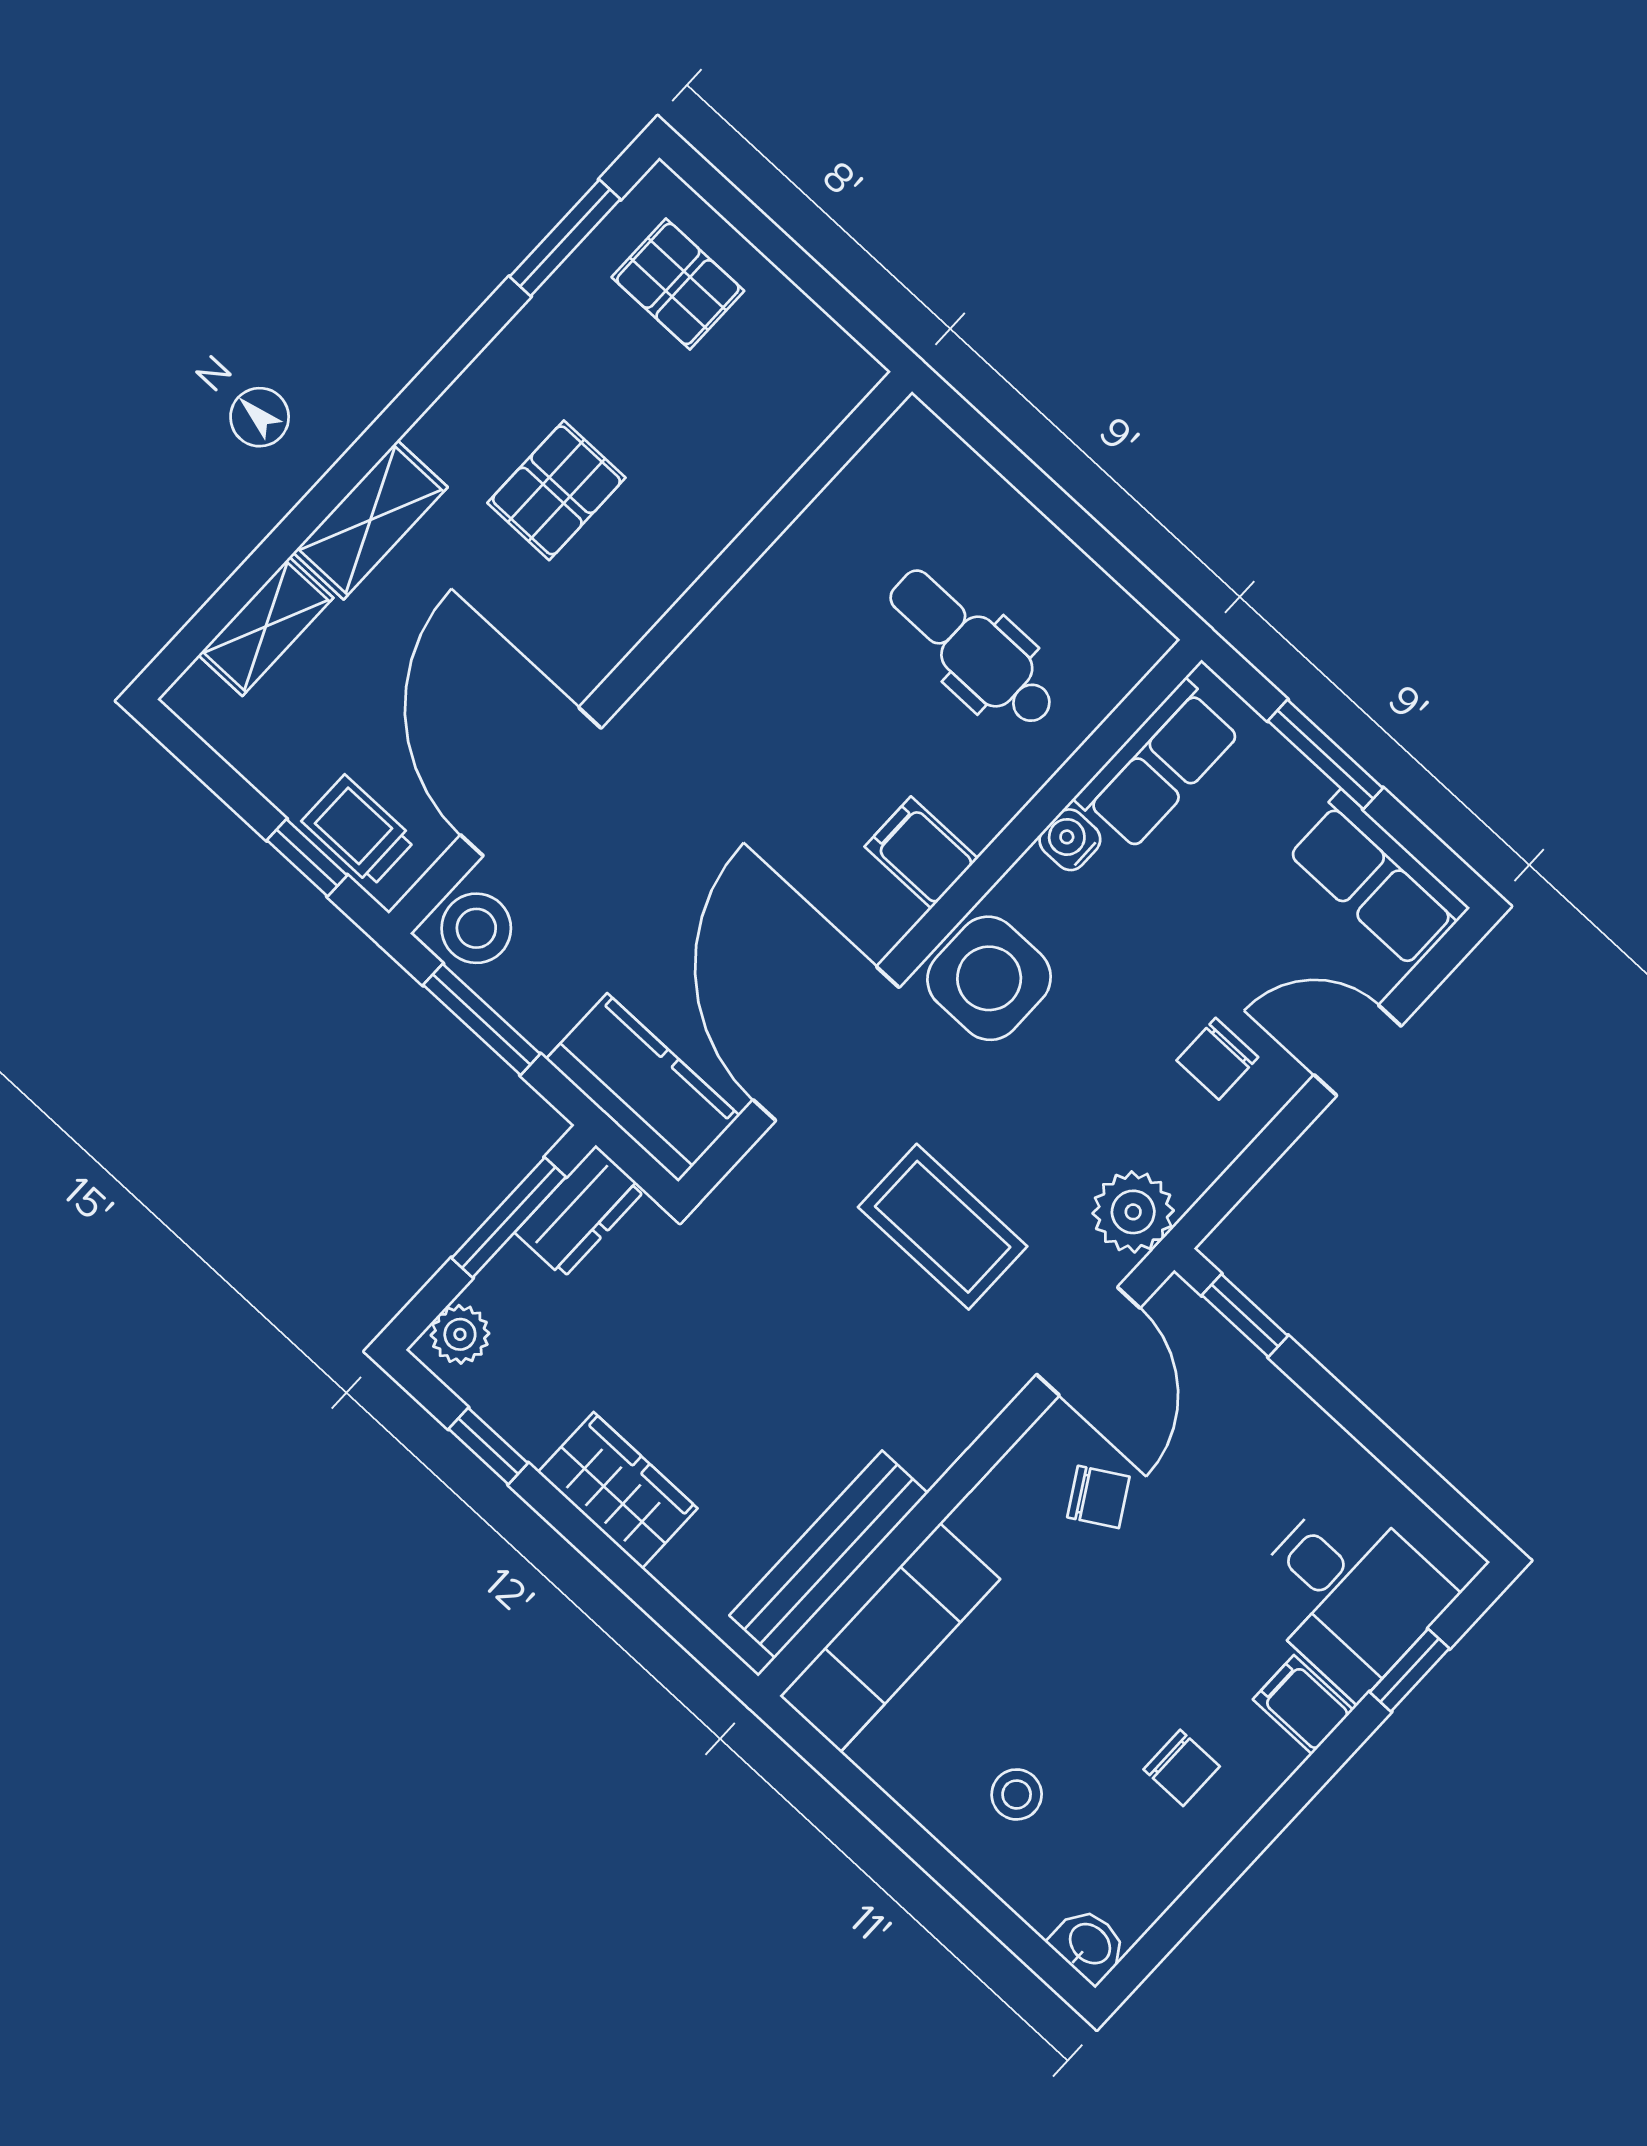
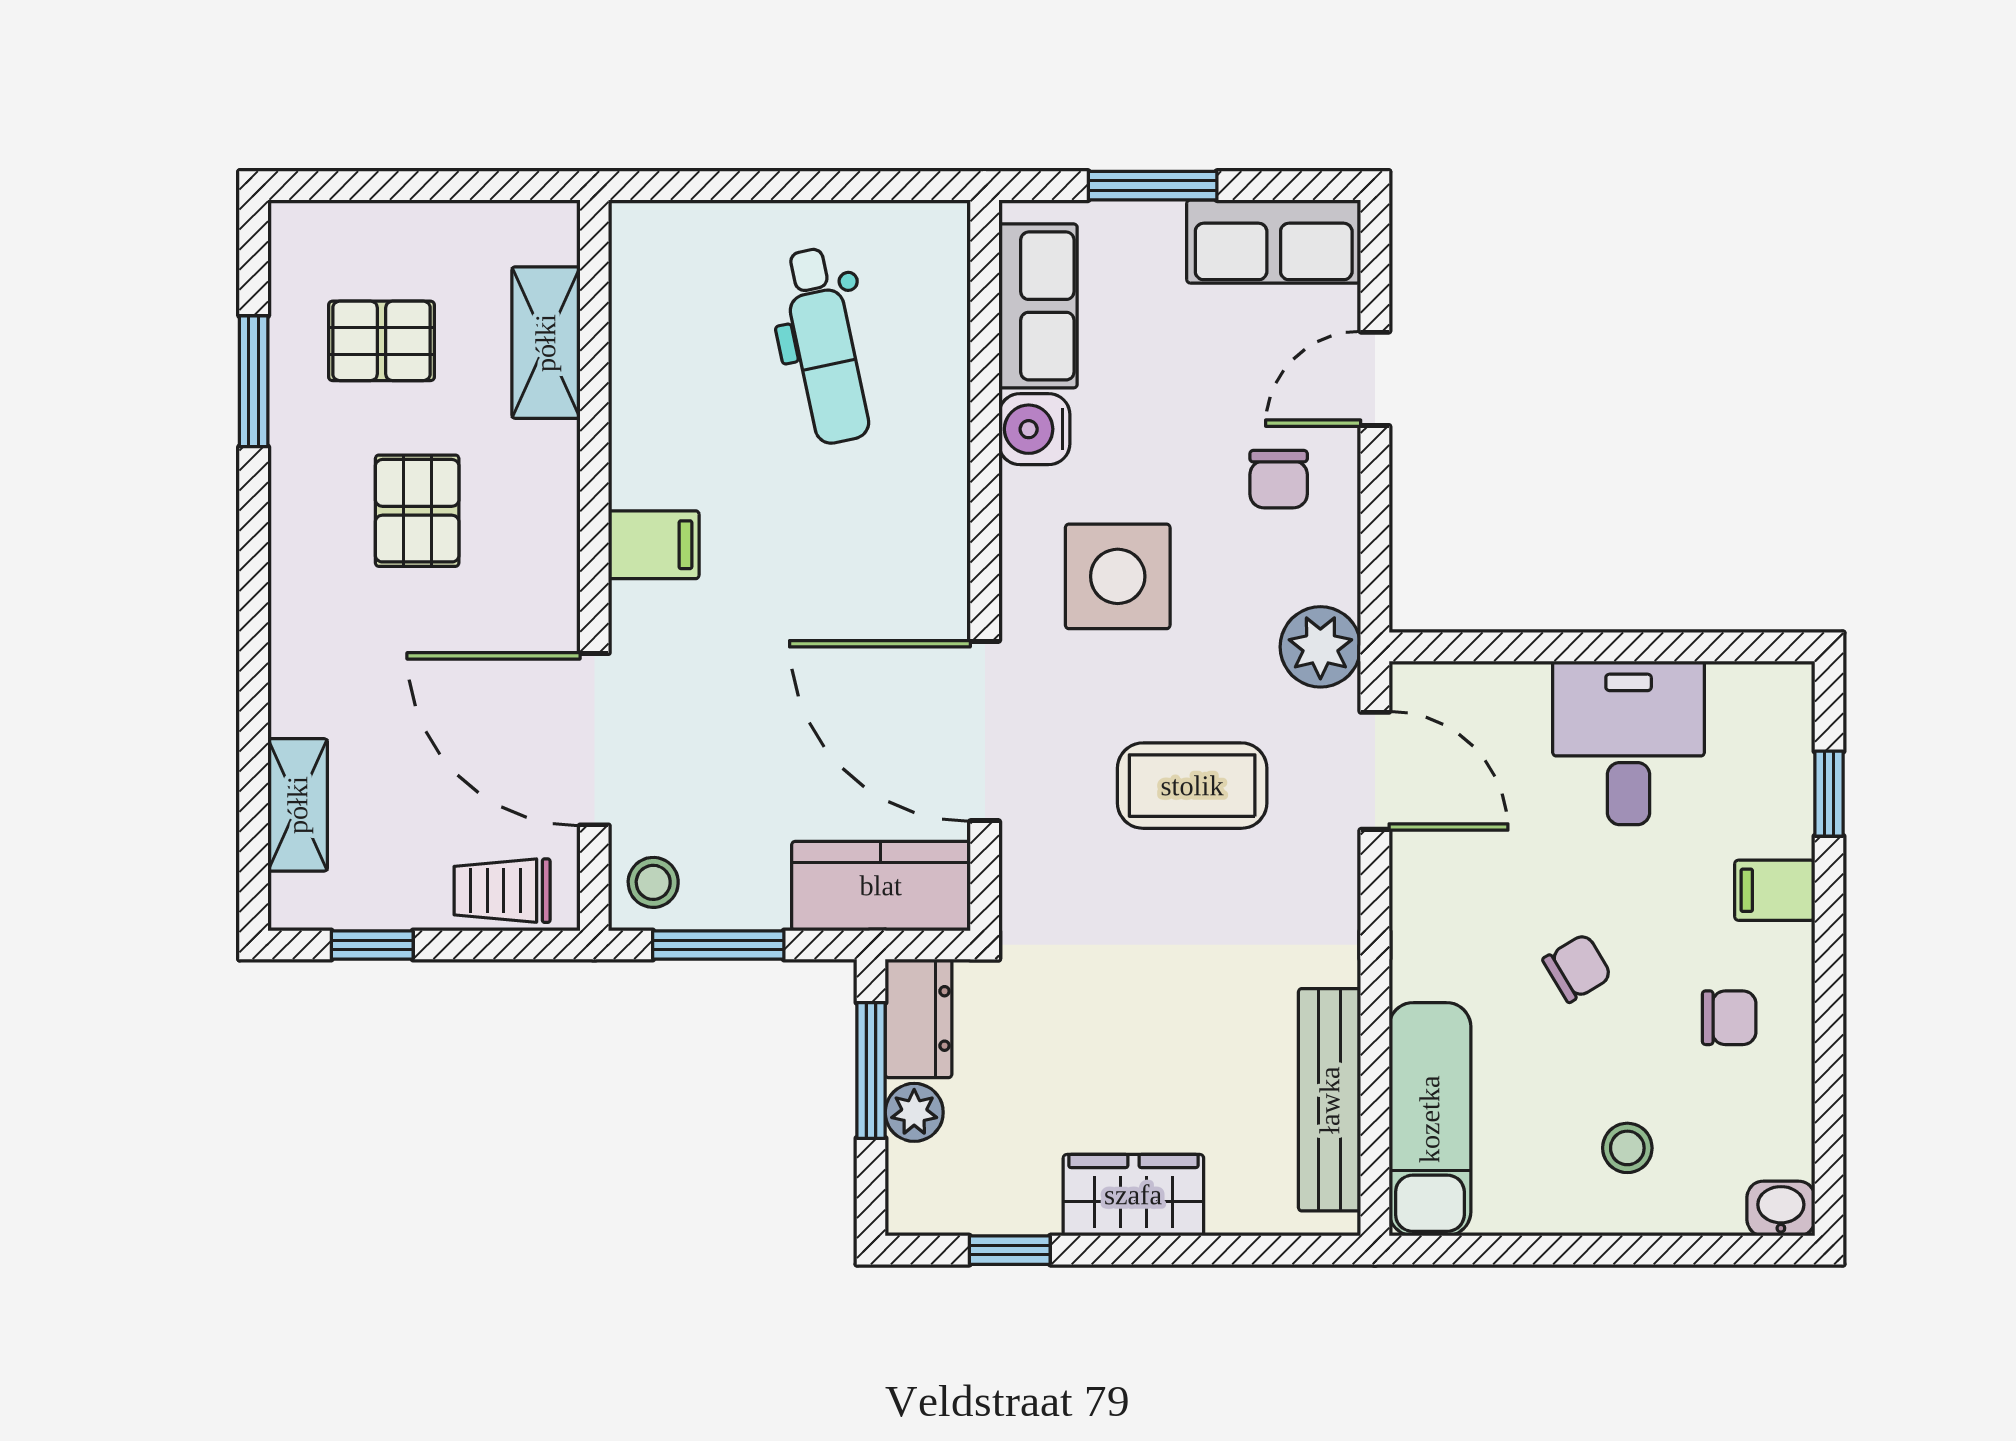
window: (565, 238) -> (254, 381), moved
pallet: (678, 284) -> (382, 341), moved
shelving: (370, 520) -> (546, 343), moved
dental chair: (972, 648) -> (825, 346), turned -102
water cooler: (1070, 840) -> (1034, 429), width x1.38, depth x1.38
filing cabinet: (921, 852) -> (654, 545), moved, turned 180
window: (307, 858) -> (372, 945), moved
stool: (476, 928) -> (653, 882), width x0.73, depth x0.73
side table: (989, 978) -> (1118, 576), moved
window: (1245, 1315) -> (1471, 647), removed
plant: (460, 1334) -> (914, 1112), moved
chair: (1098, 1497) -> (1577, 968), moved
desk: (1349, 1593) -> (1629, 743), moved, turned -90

